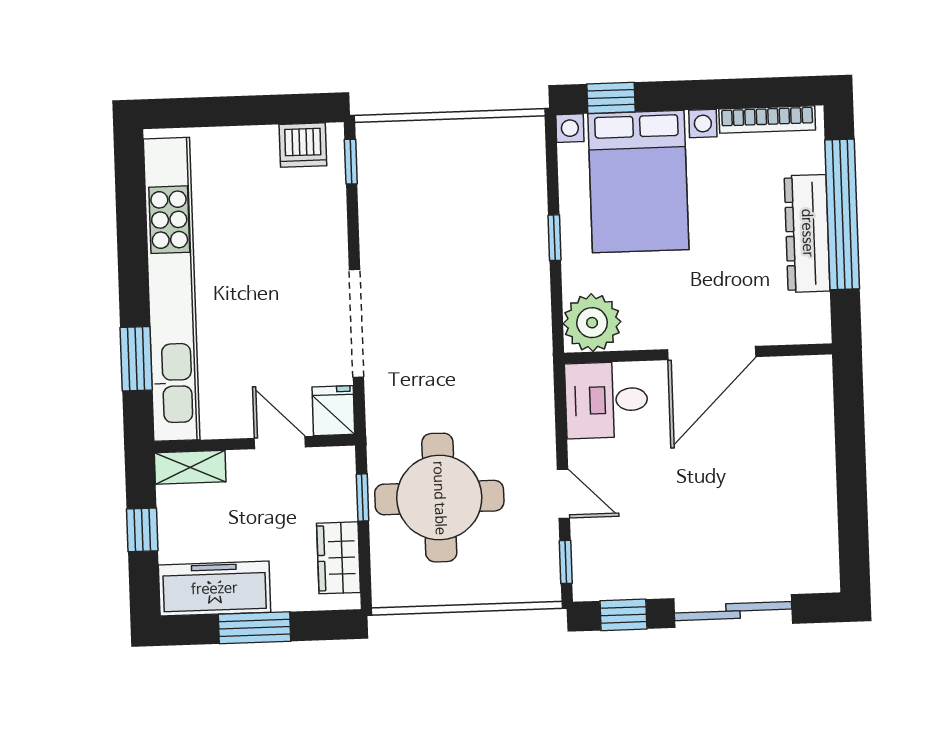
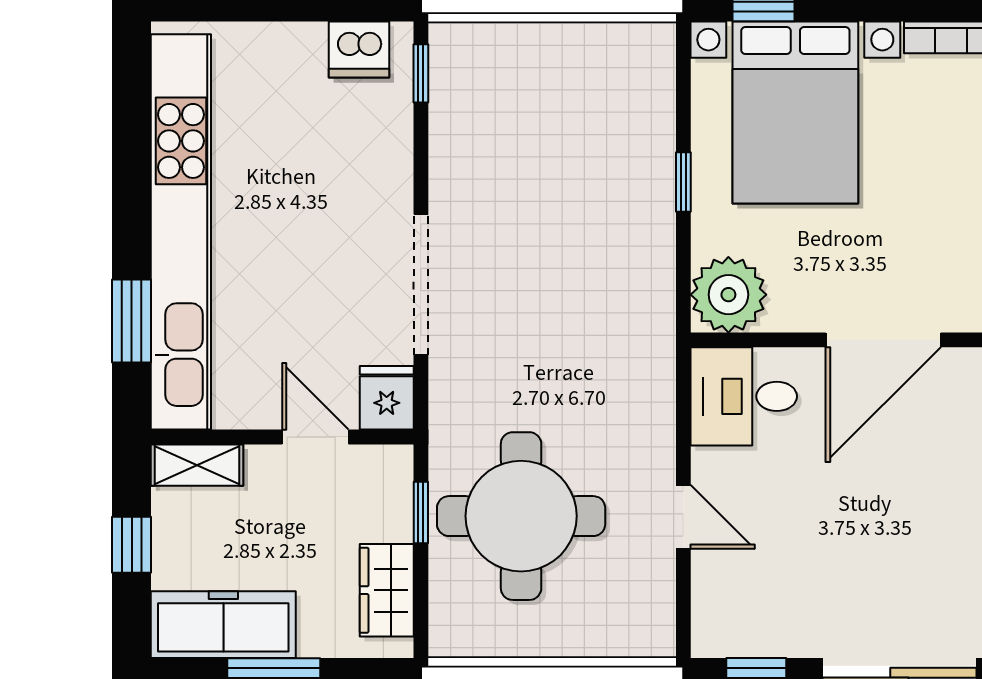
window: (566, 562) -> (683, 606), removed

